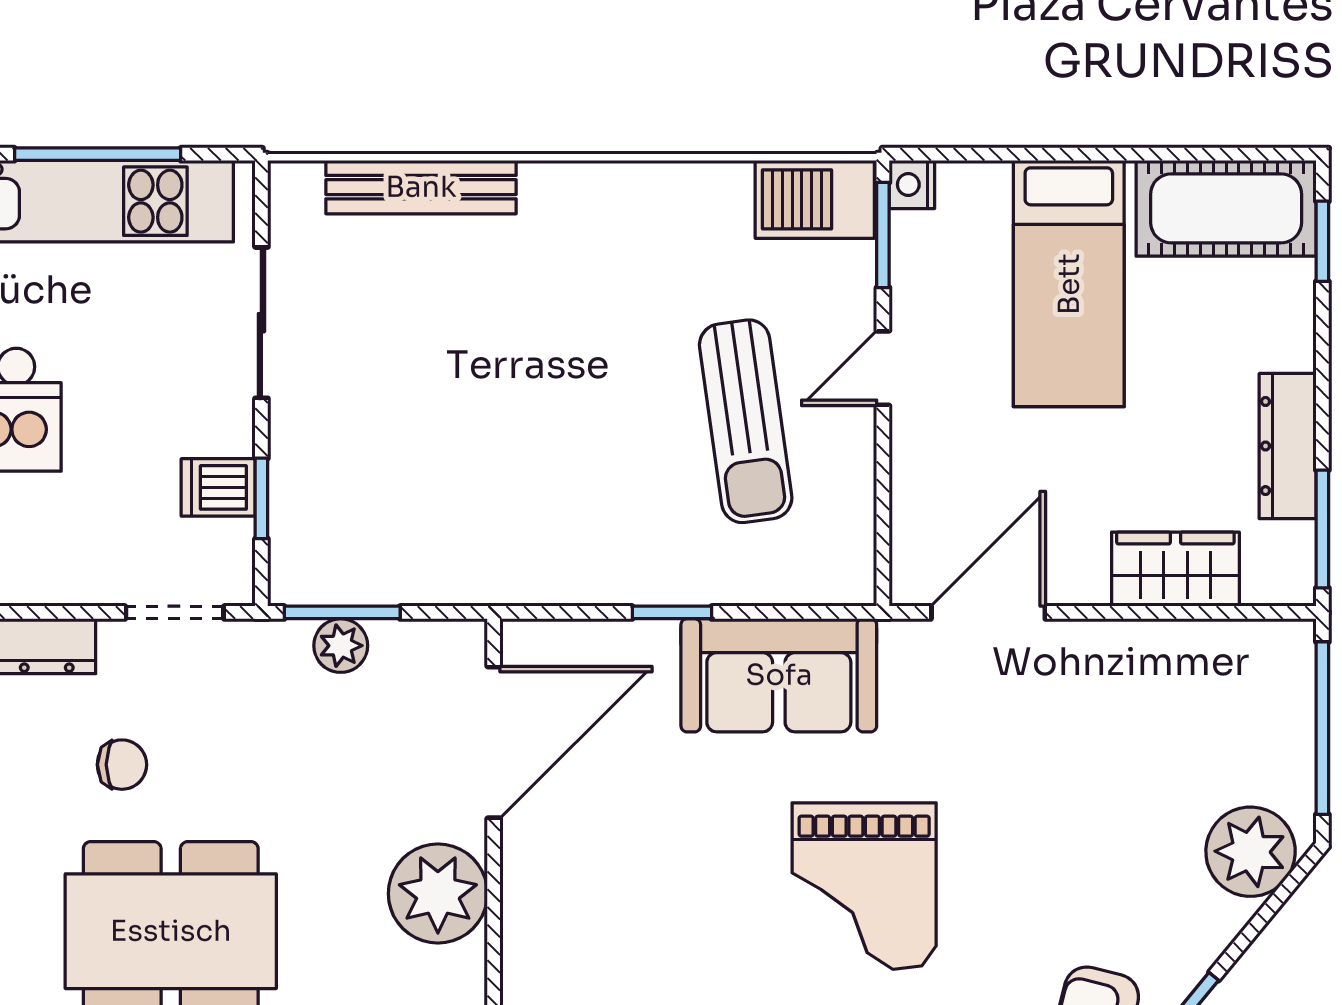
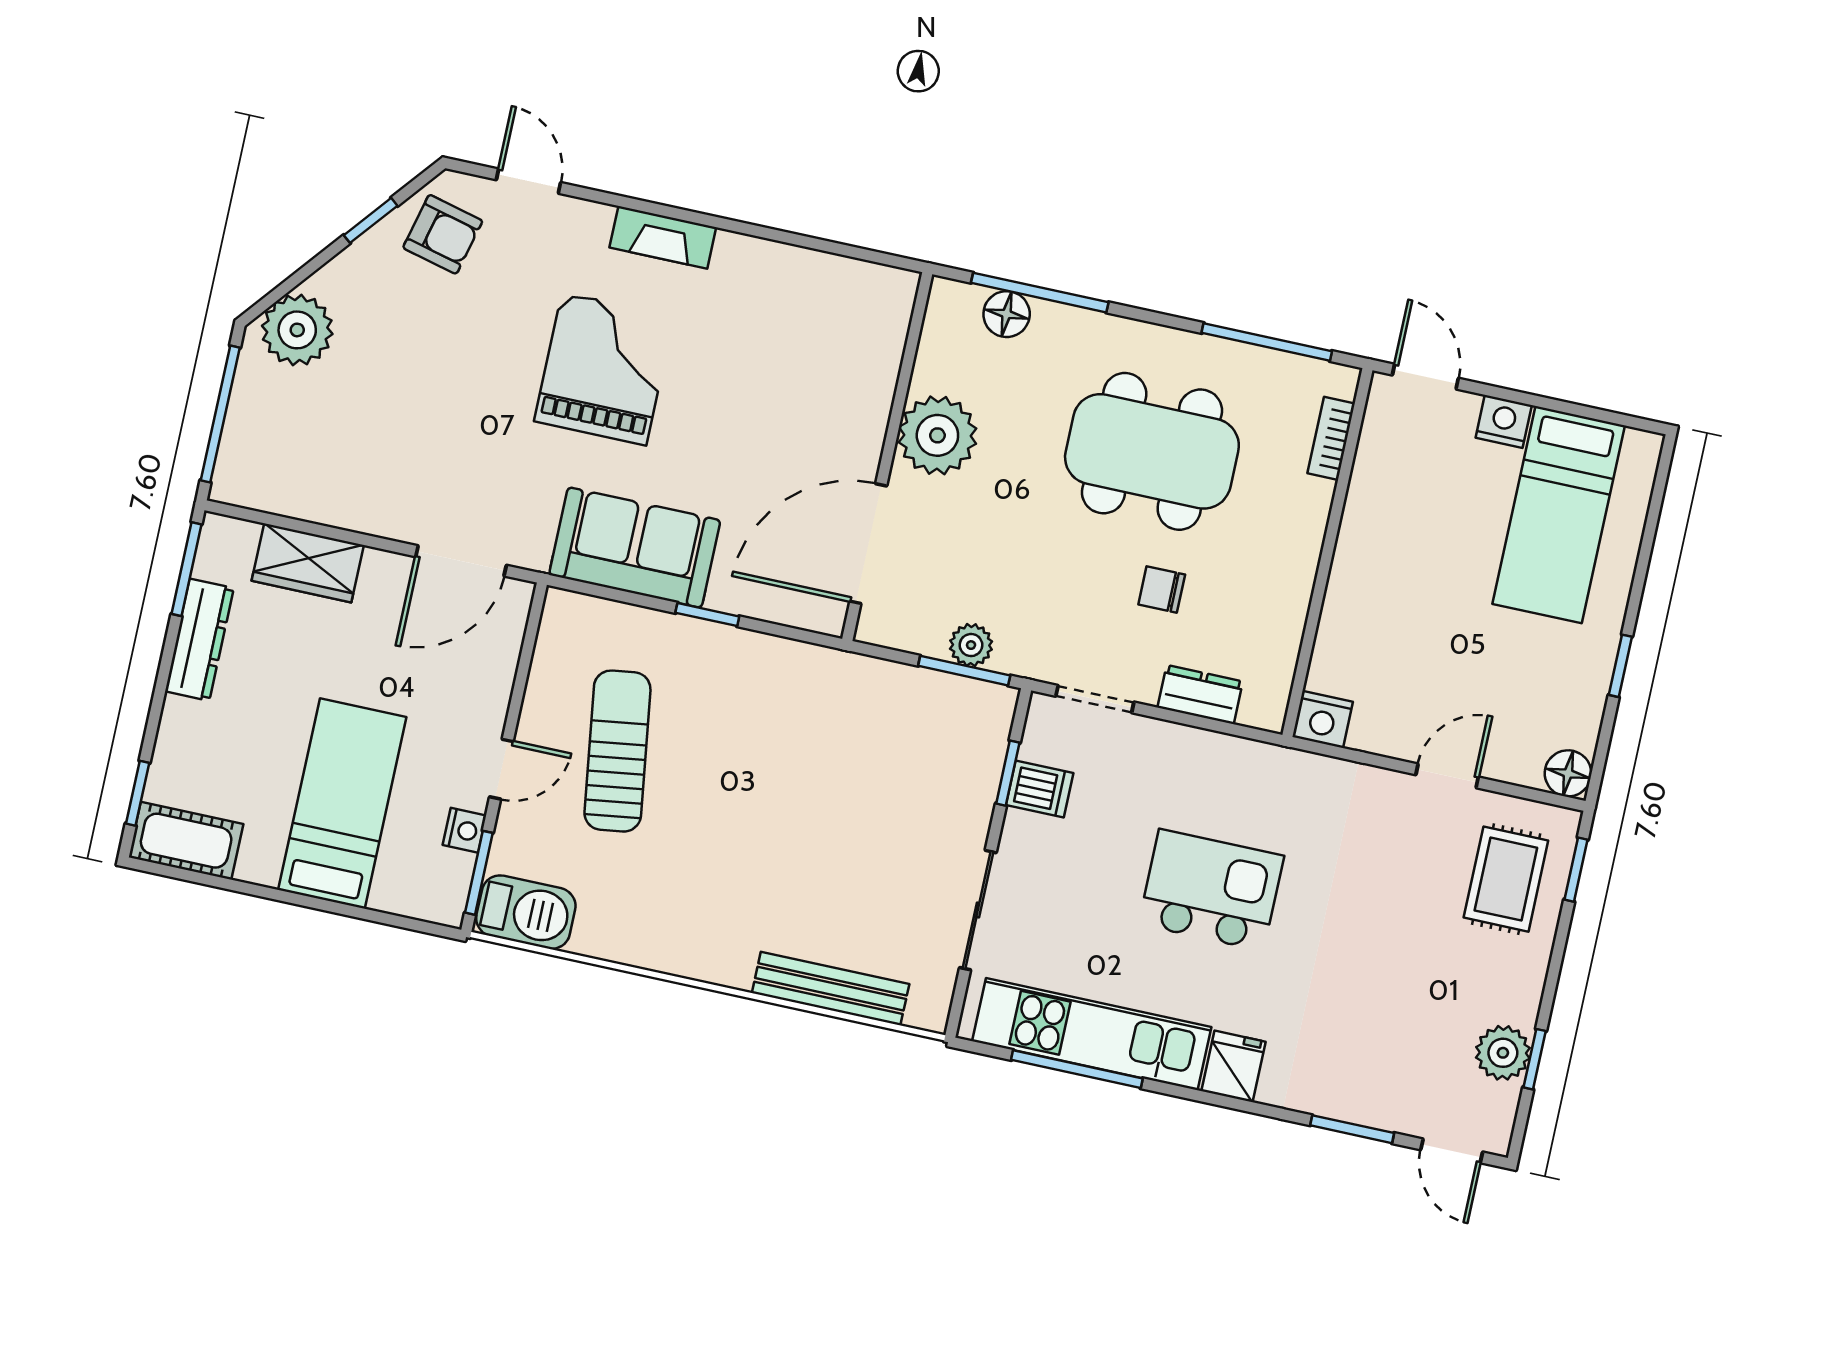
nightstand: (912, 185) -> (464, 830), moved
cot: (1226, 208) -> (186, 841), width x0.73, depth x0.75

